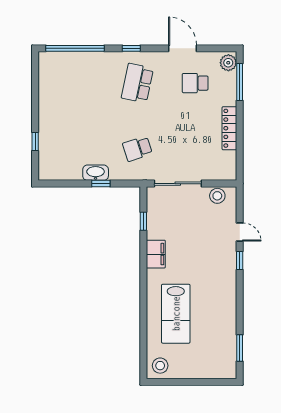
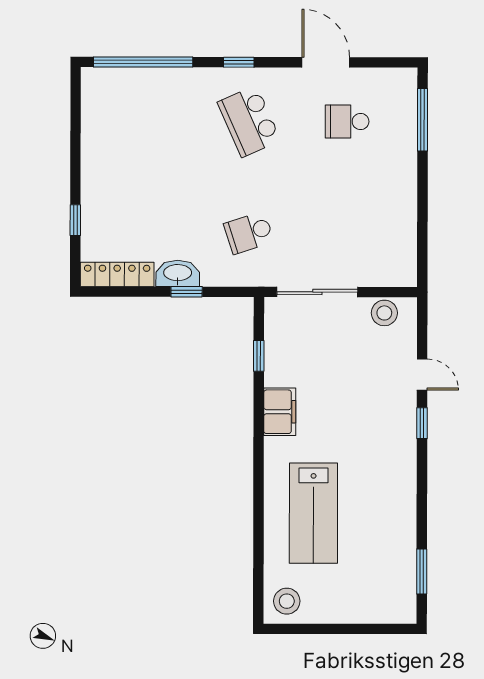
plant: (228, 63) -> (403, 87), removed
school desk: (137, 83) -> (249, 121), turned -36
locker: (229, 128) -> (117, 274), moved, turned 90

